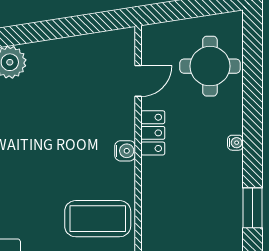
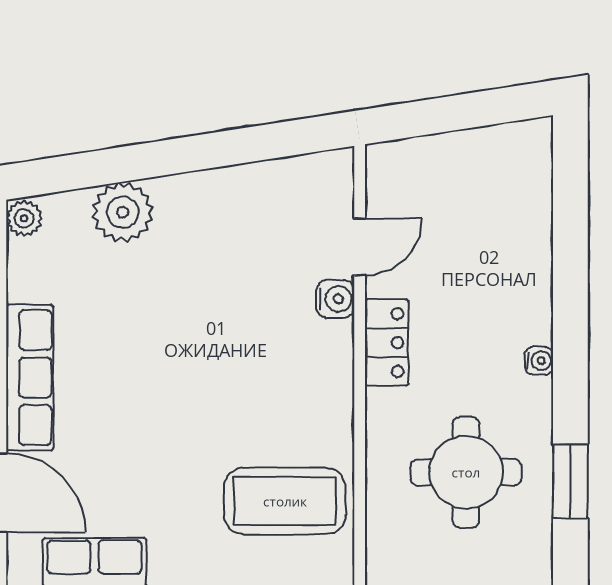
round table: (210, 66) -> (466, 472), moved
water cooler: (125, 151) -> (335, 299), moved

